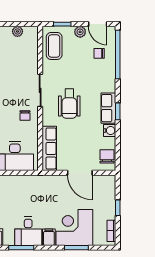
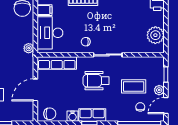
plant: (17, 31) -> (155, 35), width x1.88, depth x1.88
coffee table: (54, 46) -> (134, 86), moved
plant: (32, 180) -> (29, 48), added

